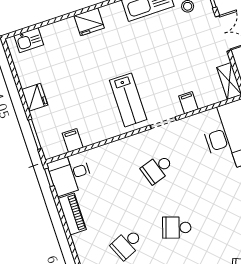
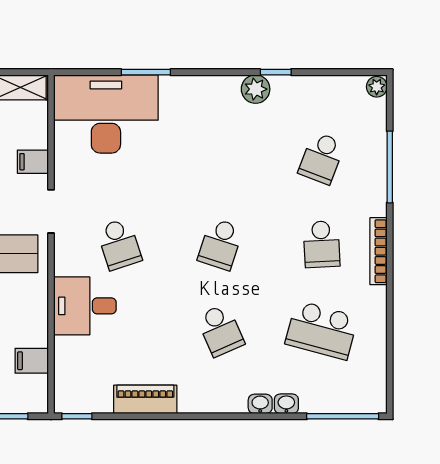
desk: (70, 174) -> (85, 306), moved, turned 90

